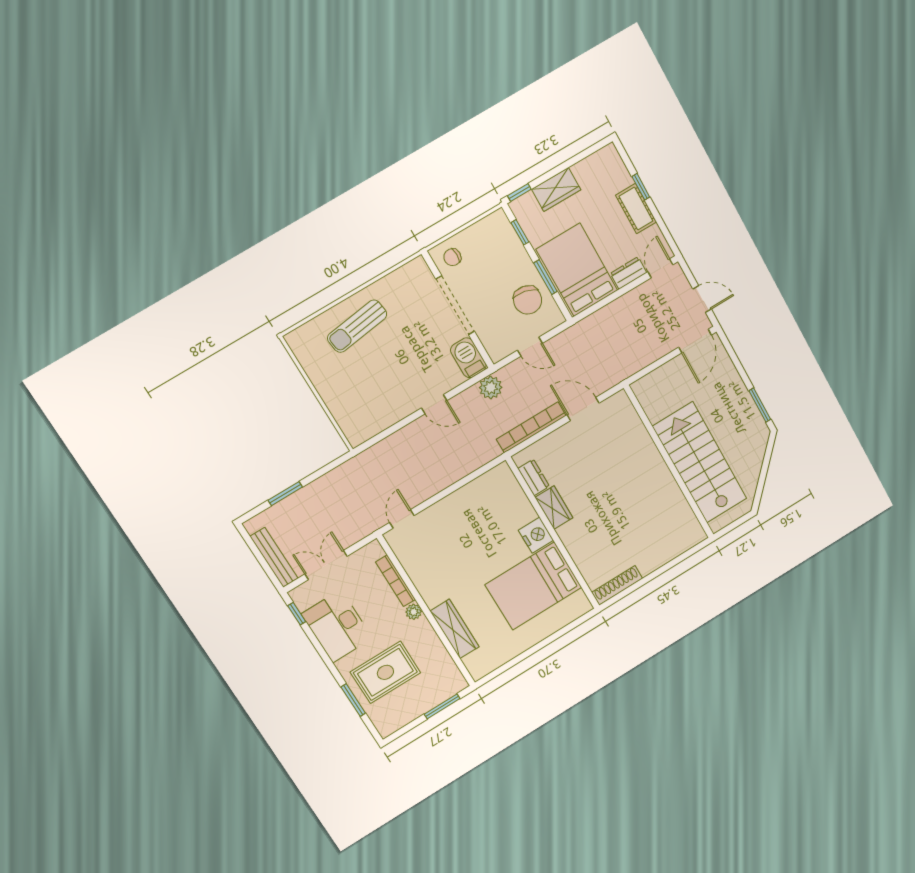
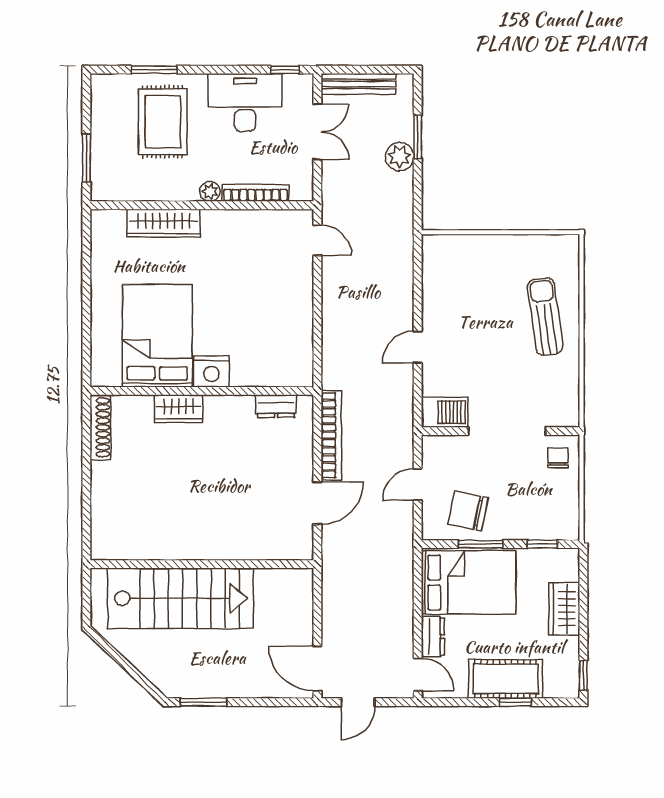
window: (519, 192) -> (583, 675), moved
cot: (636, 209) -> (506, 679), width x1.37, depth x1.34
plant: (491, 387) -> (400, 157), moved
wardrobe: (554, 508) -> (179, 409), moved

